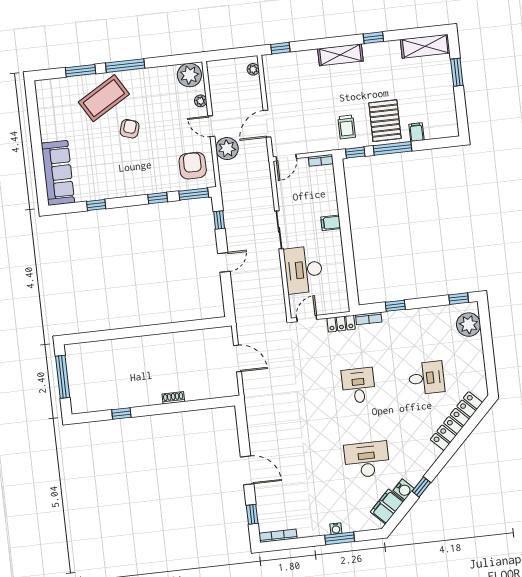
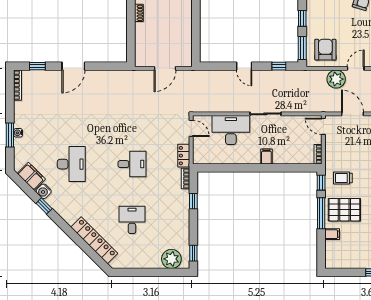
armchair: (193, 166) -> (325, 50), turned -90
desk: (426, 378) -> (132, 220), turned 180

